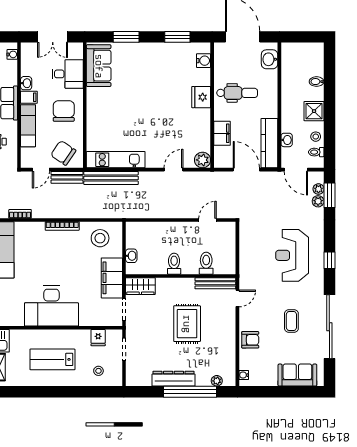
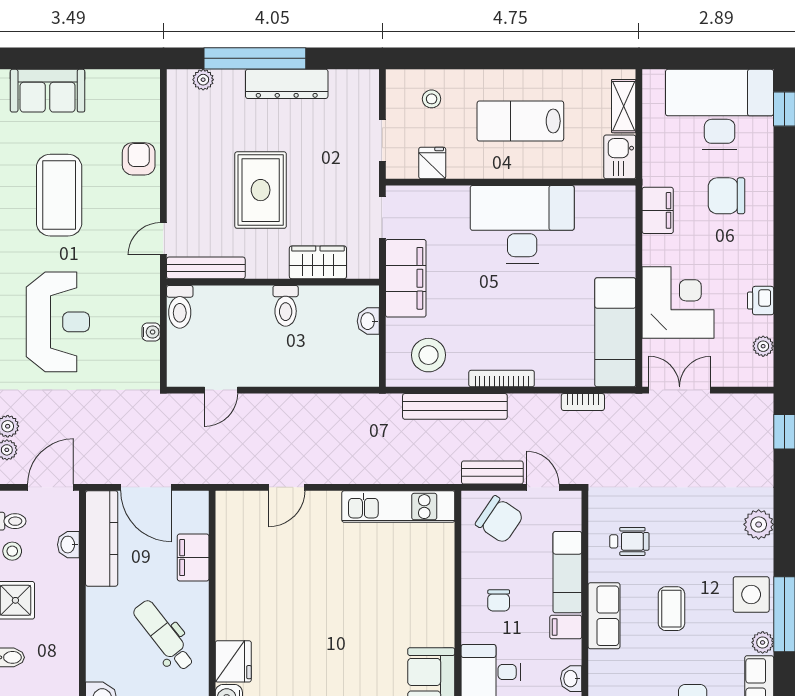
washbasin: (26, 83) -> (571, 679), moved
dental chair: (237, 93) -> (164, 635), turned 52
fridge: (201, 97) -> (233, 661), moved
chair: (64, 111) -> (499, 600), width x0.54, depth x0.54
plant: (203, 160) -> (231, 506), removed
door: (41, 170) -> (543, 487), hinge flipped
door: (296, 170) -> (51, 487), hinge flipped
bench: (111, 178) -> (455, 406), moved
toilet: (206, 263) -> (180, 307), moved
wardrobe: (140, 286) -> (318, 262), moved
coffee table: (291, 321) -> (59, 195), width x1.86, depth x1.72
armchair: (250, 340) -> (139, 159), turned 90
lab bench: (52, 359) -> (520, 121), turned 180
water cooler: (244, 375) -> (151, 332), moved

